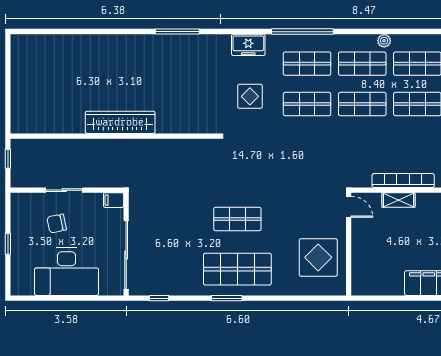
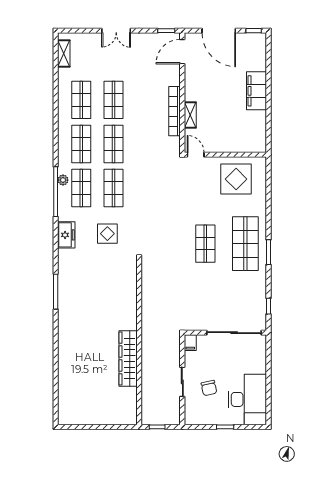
plant: (384, 41) -> (63, 180), moved
wardrobe: (120, 122) -> (128, 359), moved
door: (349, 207) -> (196, 155), hinge flipped
desk: (67, 272) -> (247, 399), moved

